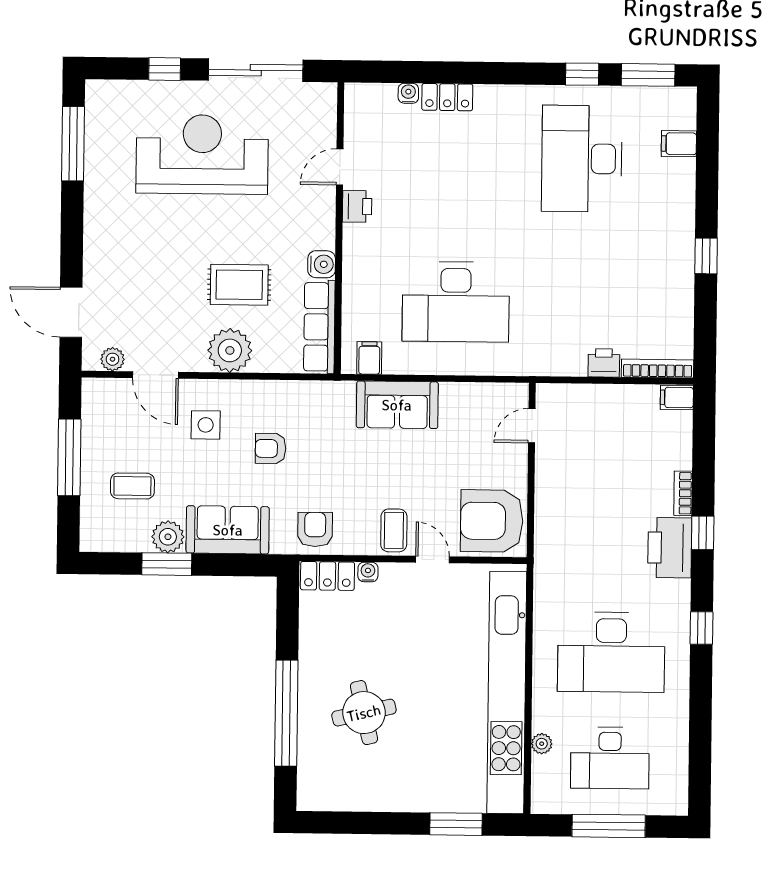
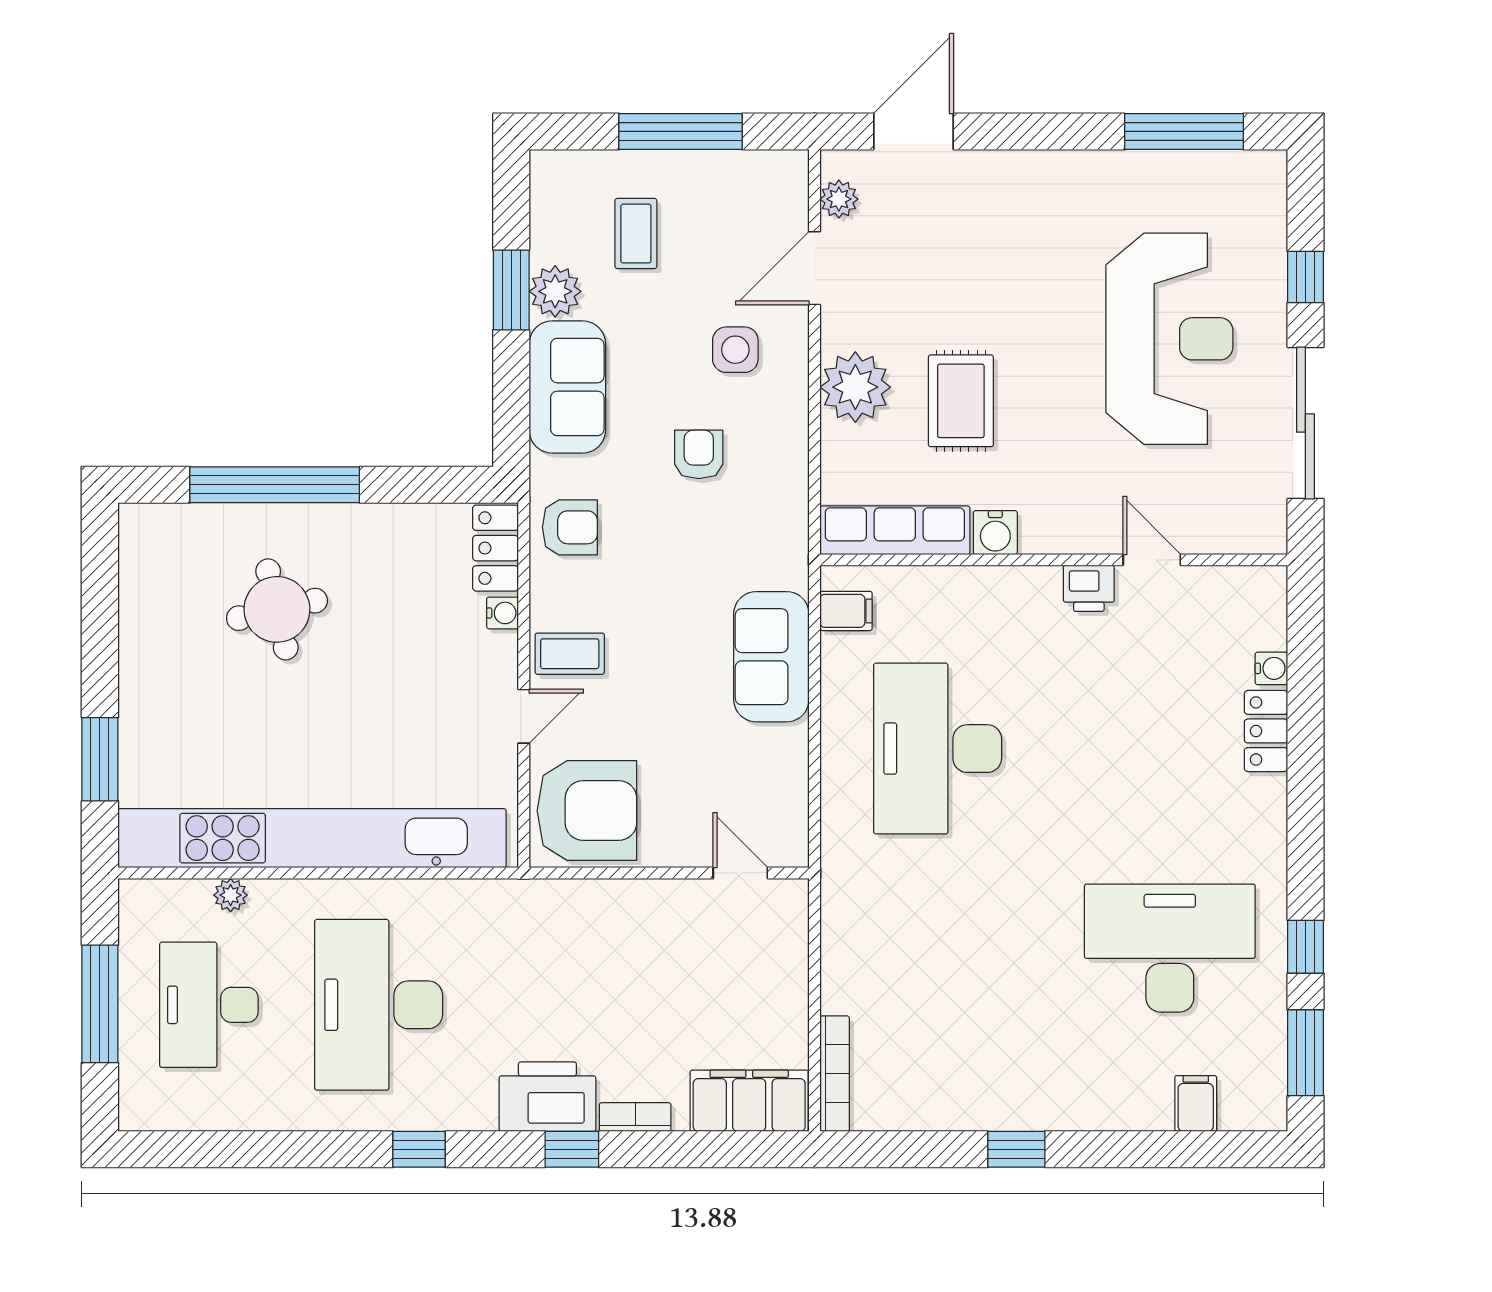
printer: (604, 363) -> (843, 987), removed
filing cabinet: (677, 397) -> (749, 1101), width x3.00, depth x1.17
armchair: (492, 521) -> (587, 811), turned 90

